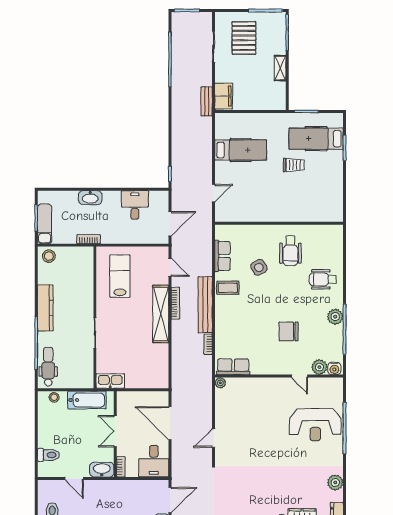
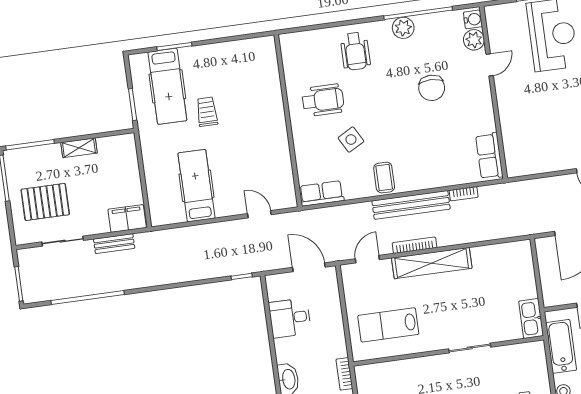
bench: (207, 101) -> (114, 244), moved
row of seats: (222, 256) -> (322, 193), moved
plant: (220, 383) -> (513, 170), removed

